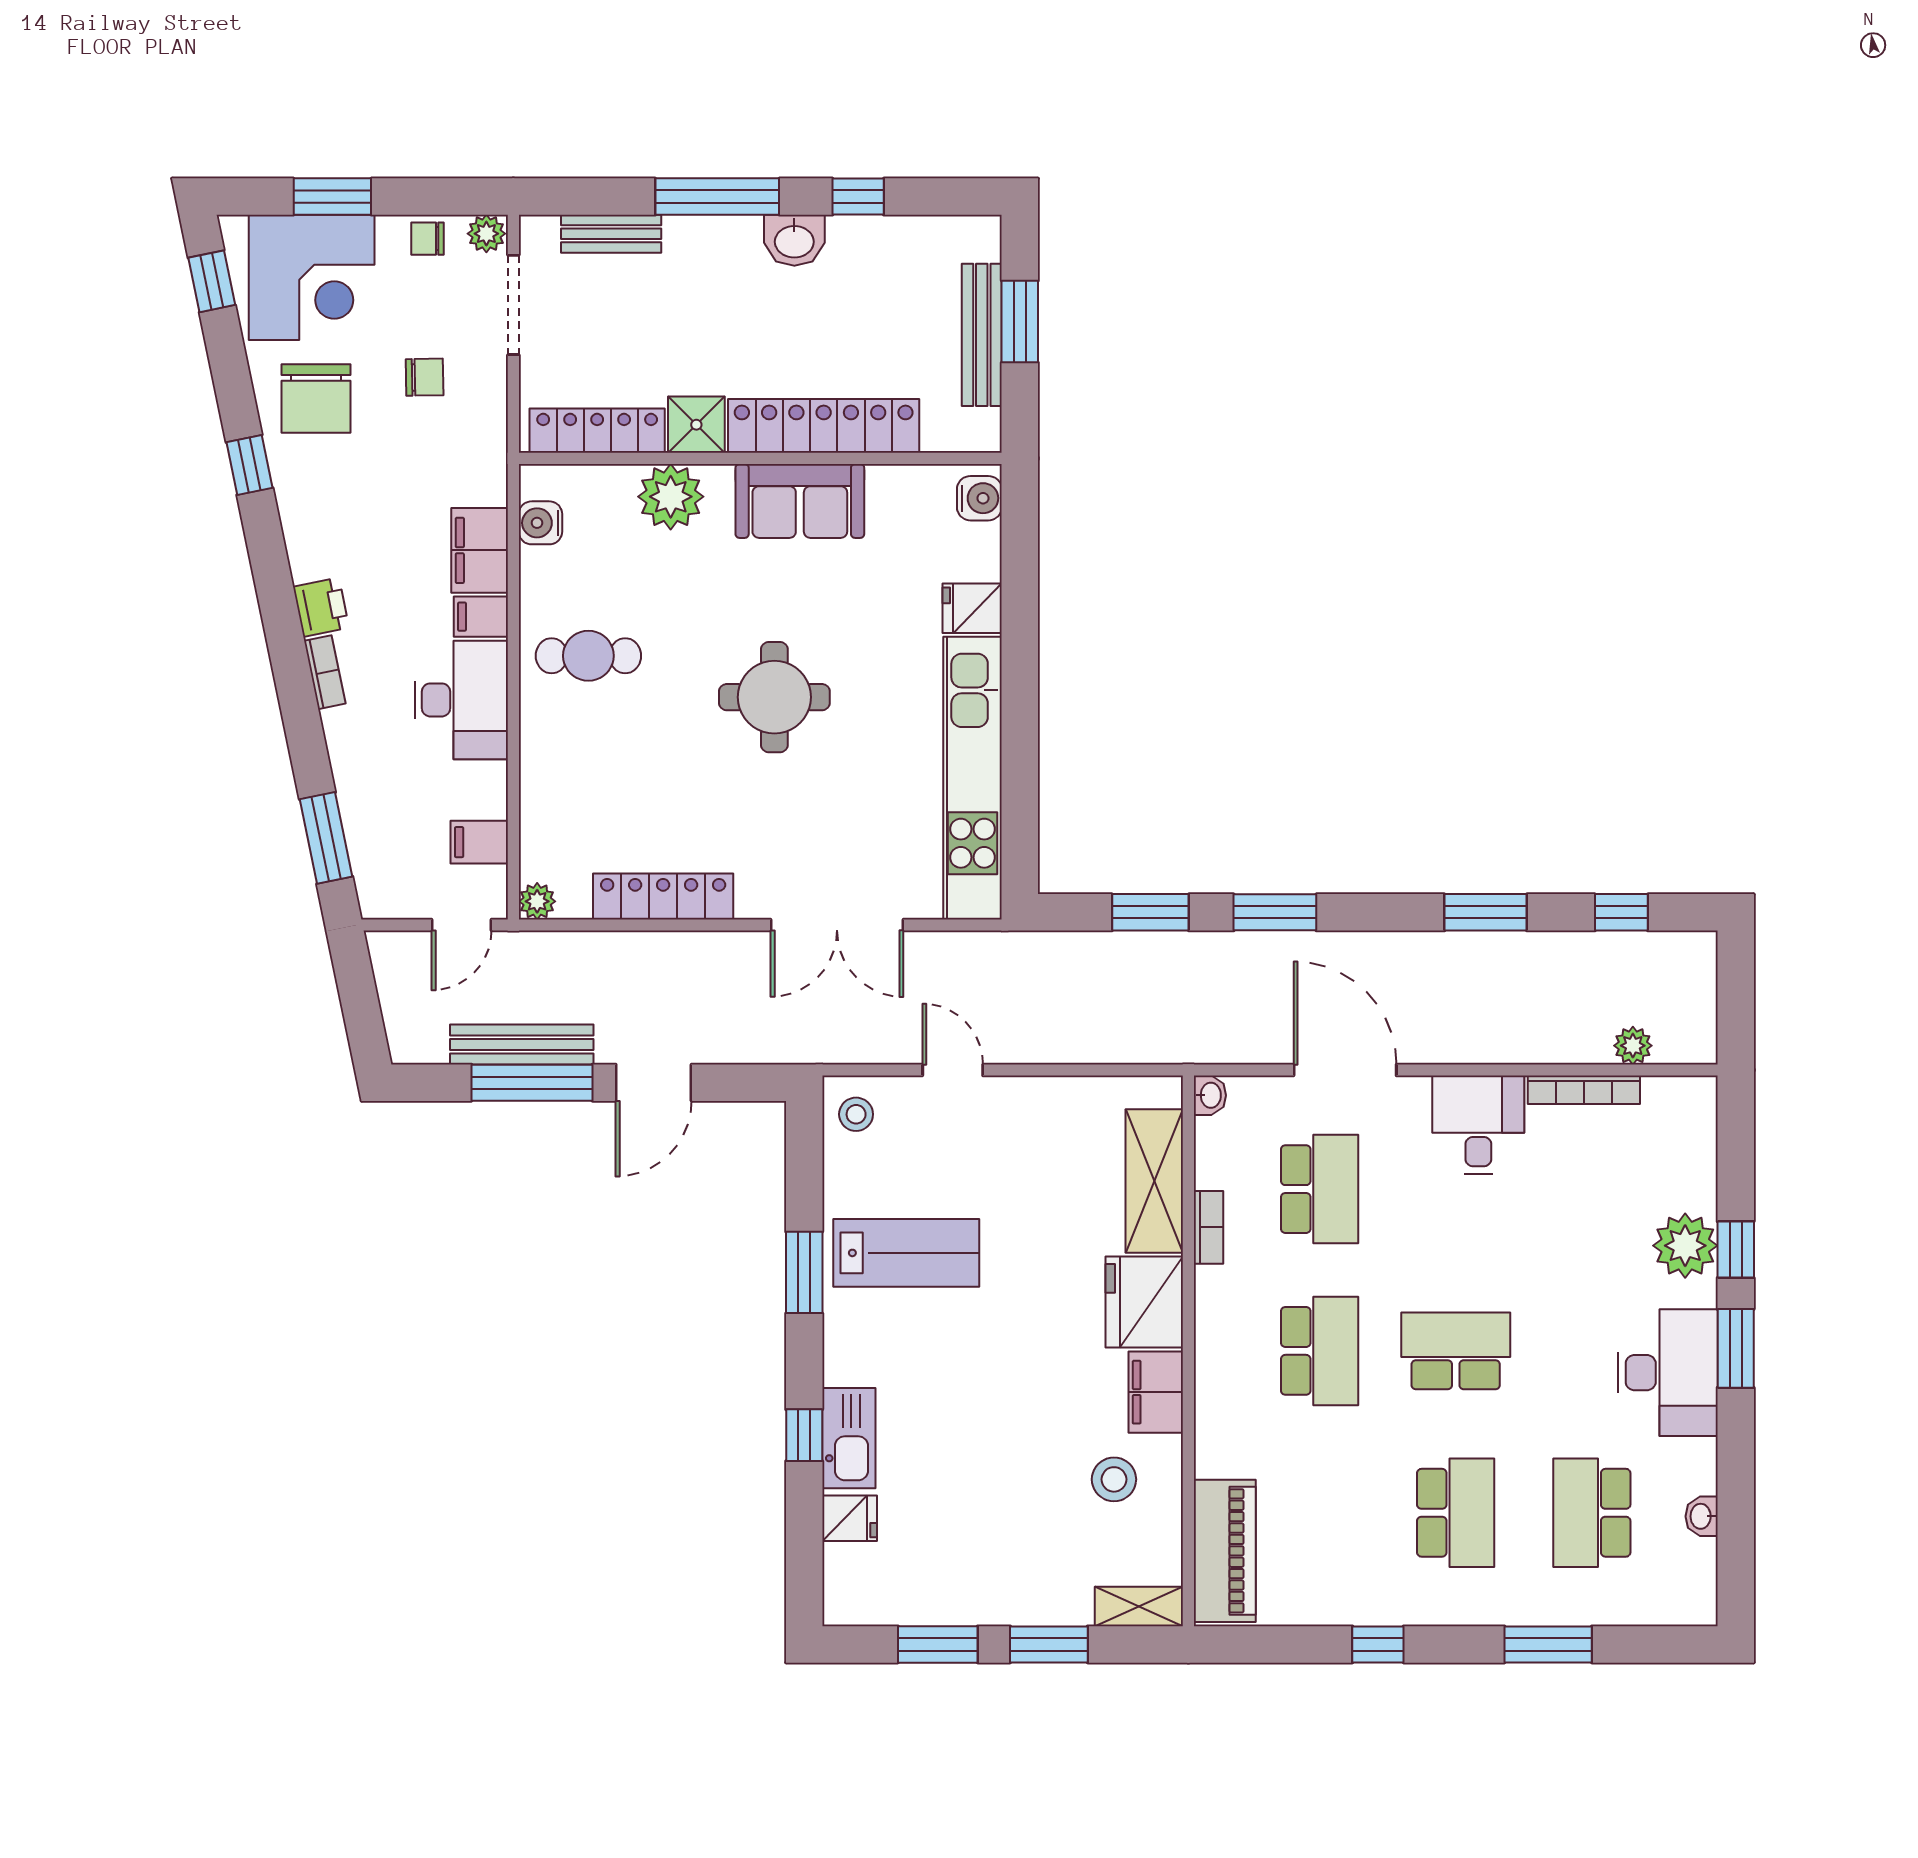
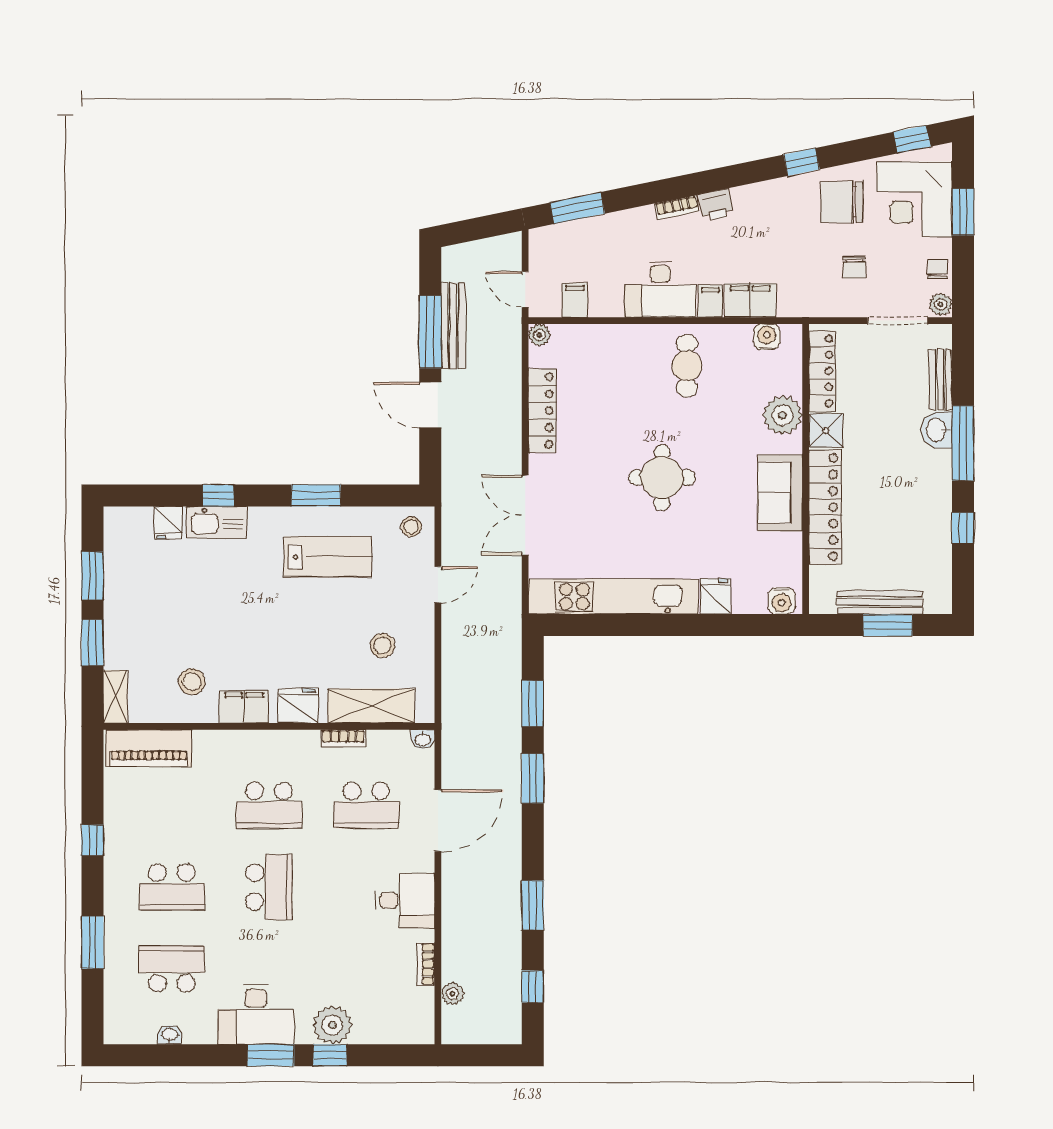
washbasin: (794, 240) -> (937, 430), moved
bookcase: (1584, 1090) -> (426, 964), width x0.64
stool: (1054, 1162) -> (382, 646), added
lab bench: (906, 1253) -> (328, 557), turned -90
fridge: (1144, 1302) -> (298, 706), width x0.73, depth x0.75

